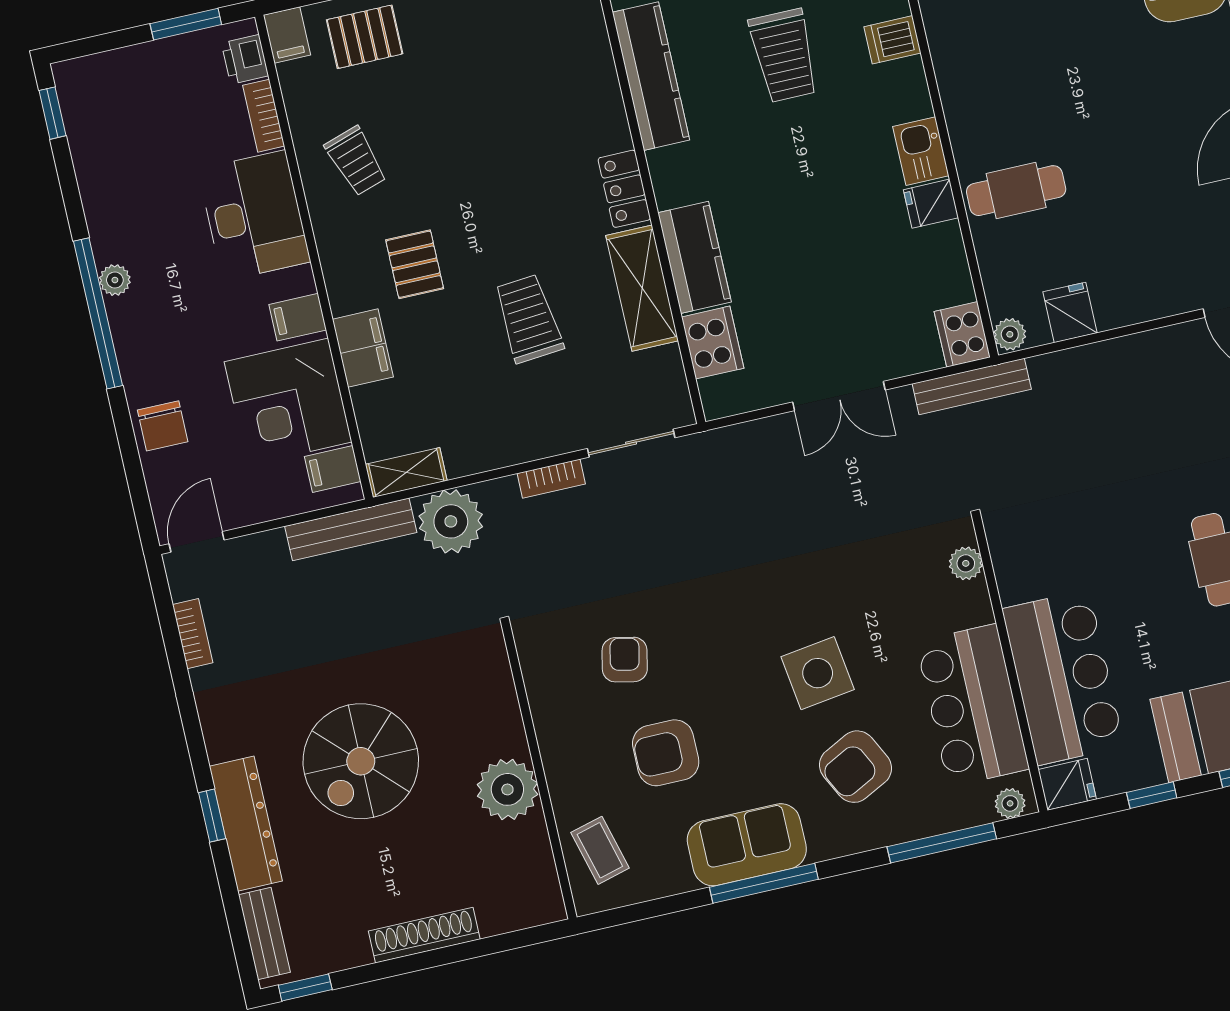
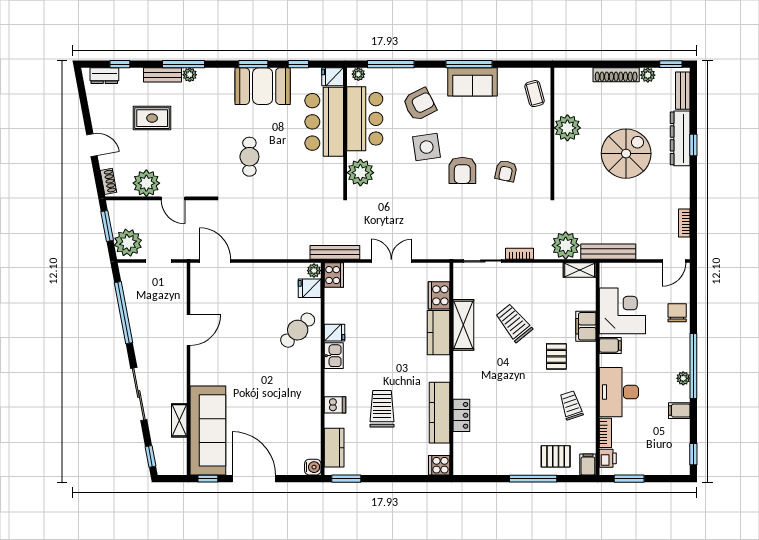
locker: (624, 189) -> (461, 415), moved
cafe table: (1016, 191) -> (298, 330), turned -46
fridge: (1070, 312) -> (310, 288), moved, turned 90
trolley: (528, 319) -> (514, 323), turned 146
filing cabinet: (333, 469) -> (679, 411), moved, turned 180
plant: (966, 563) -> (360, 173), width x1.88, depth x1.88
armchair: (666, 753) -> (462, 170), moved, turned 90
plant: (352, 951) -> (648, 75), added

